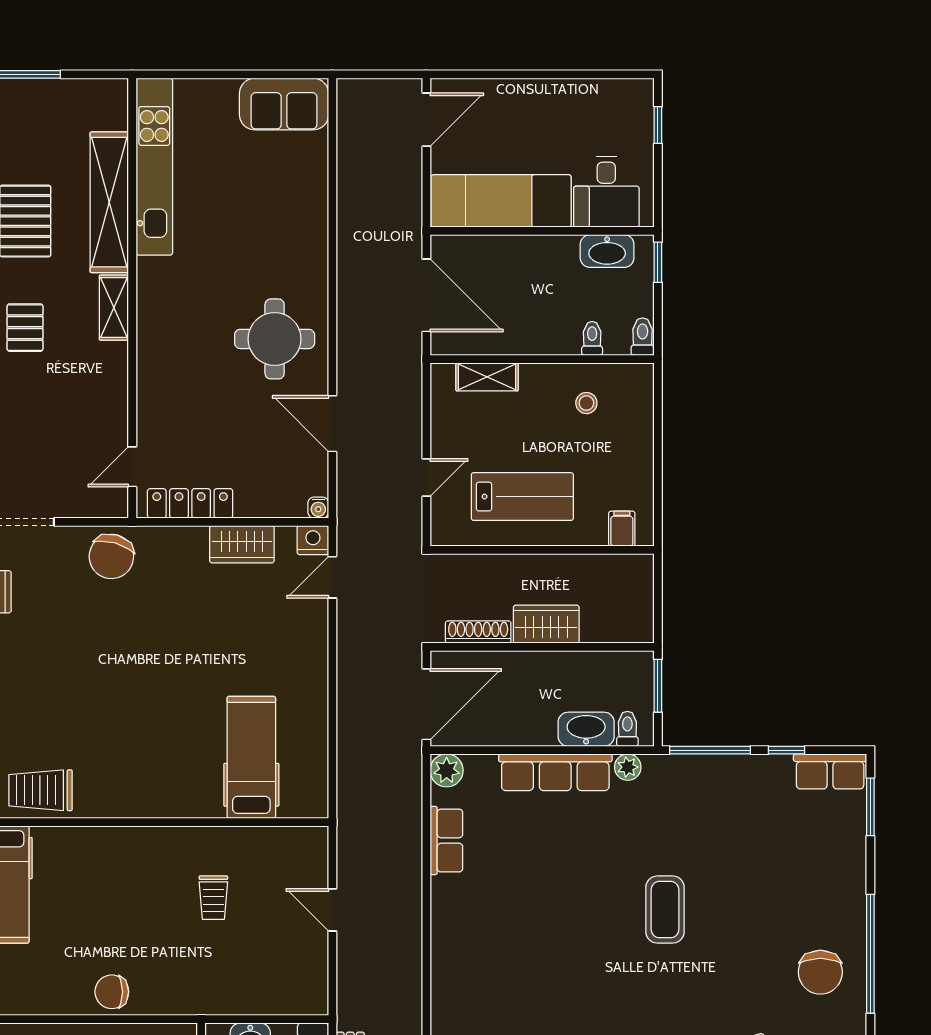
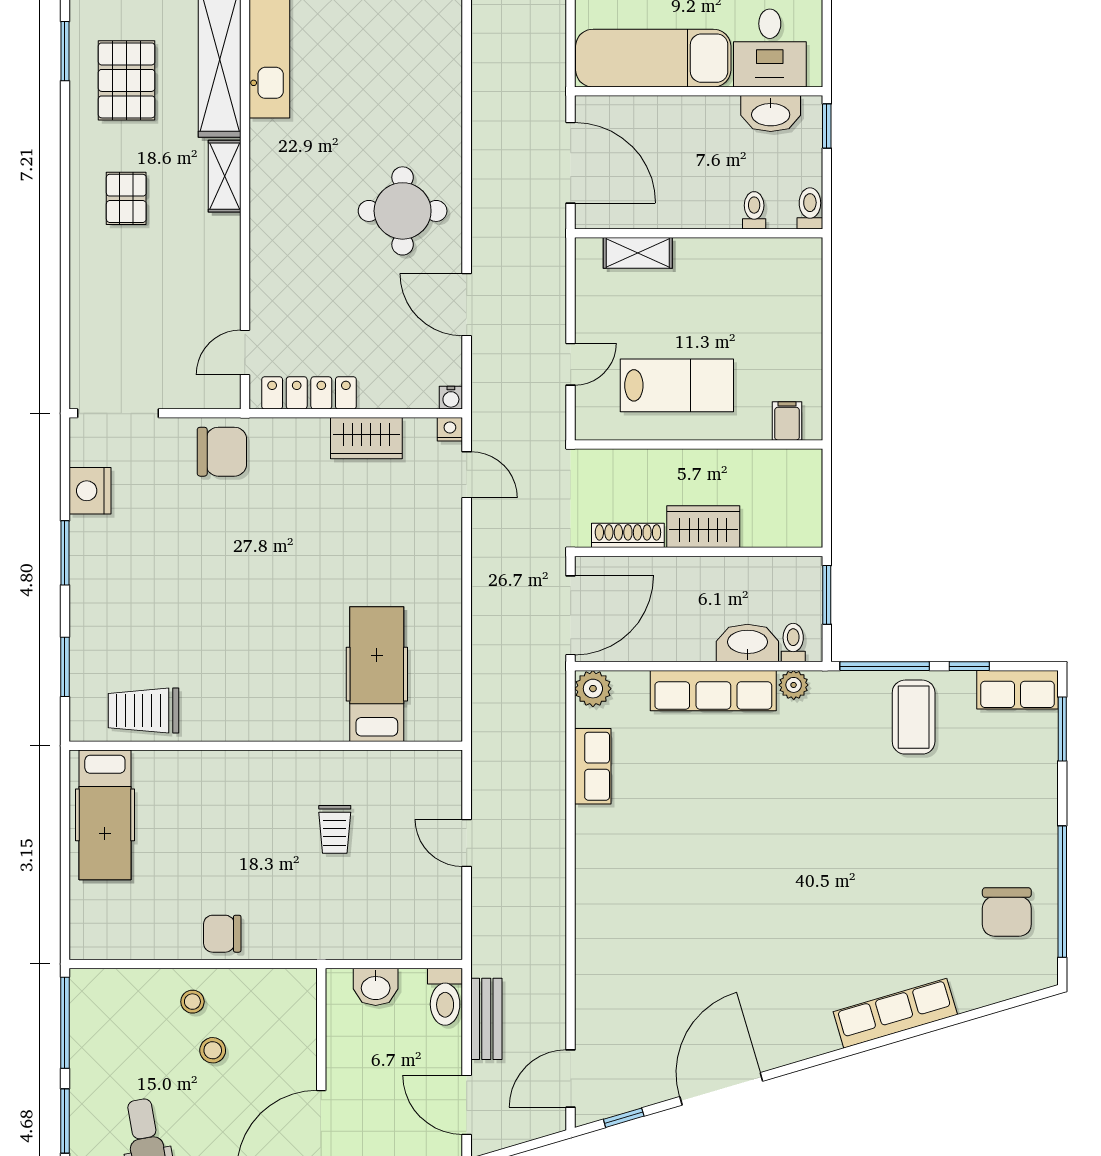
stool: (586, 403) -> (748, 282), removed
nightstand: (313, 540) -> (450, 429), width x0.72, depth x0.74
chair: (111, 556) -> (222, 452), turned -106
door: (332, 577) -> (467, 475), swing flipped
coffee table: (665, 910) -> (914, 717), moved

